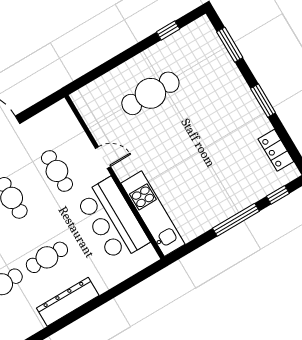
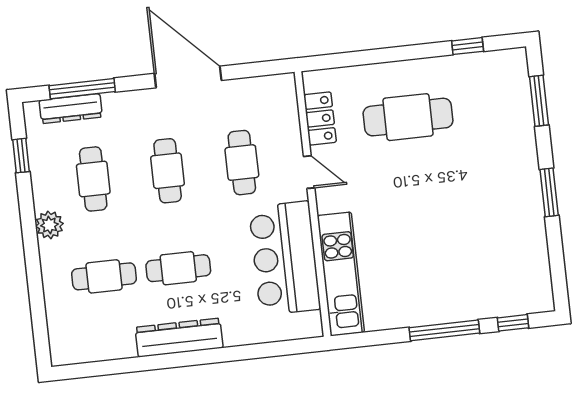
locker: (276, 150) -> (320, 118), moved, turned 180

